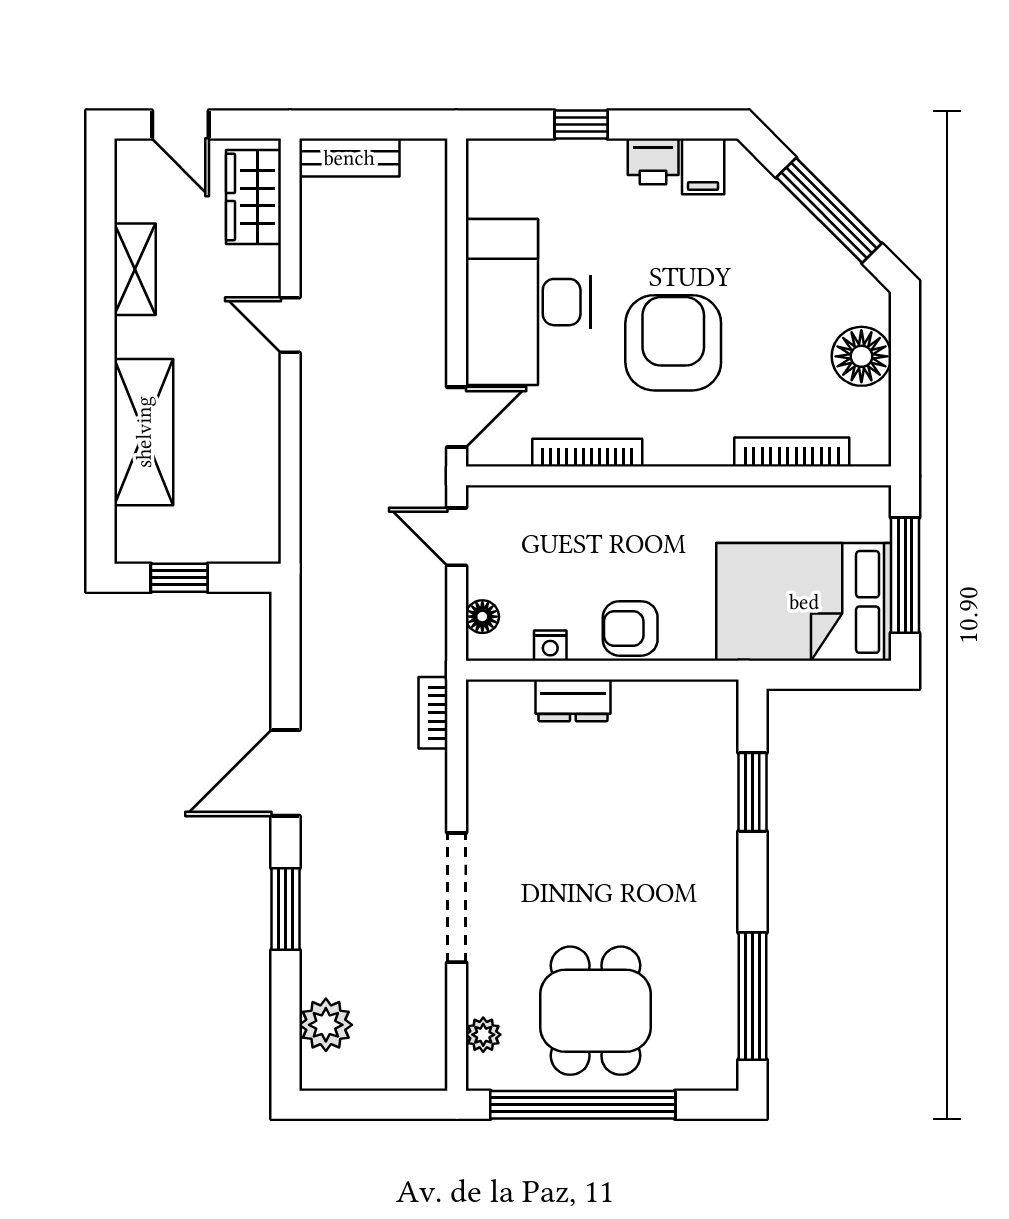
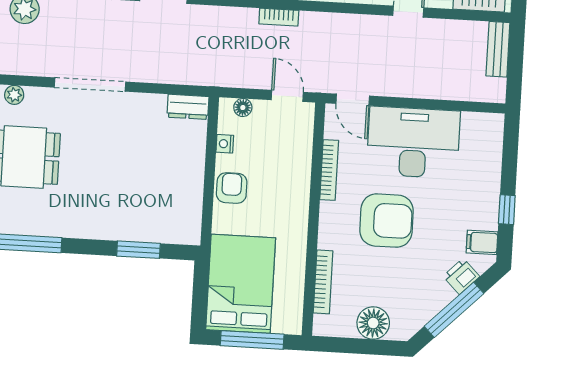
window: (581, 125) -> (507, 210), moved
printer: (653, 161) -> (461, 276), moved, turned 45
door: (457, 537) -> (287, 96), hinge flipped
dresser: (573, 700) -> (188, 107), moved, turned -90
bookcase: (433, 713) -> (279, 17), moved, turned 180

